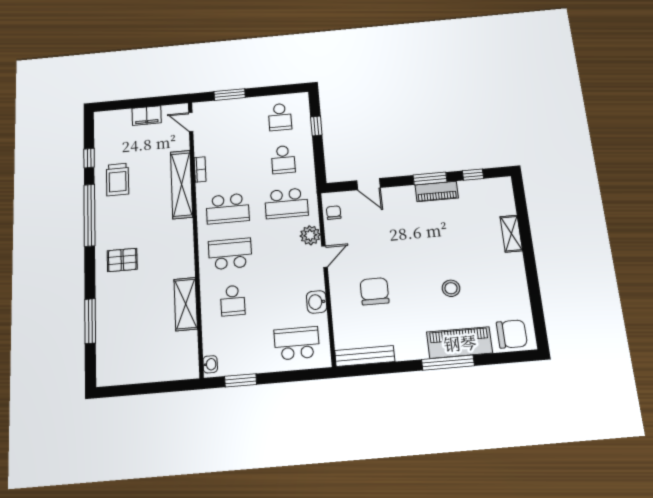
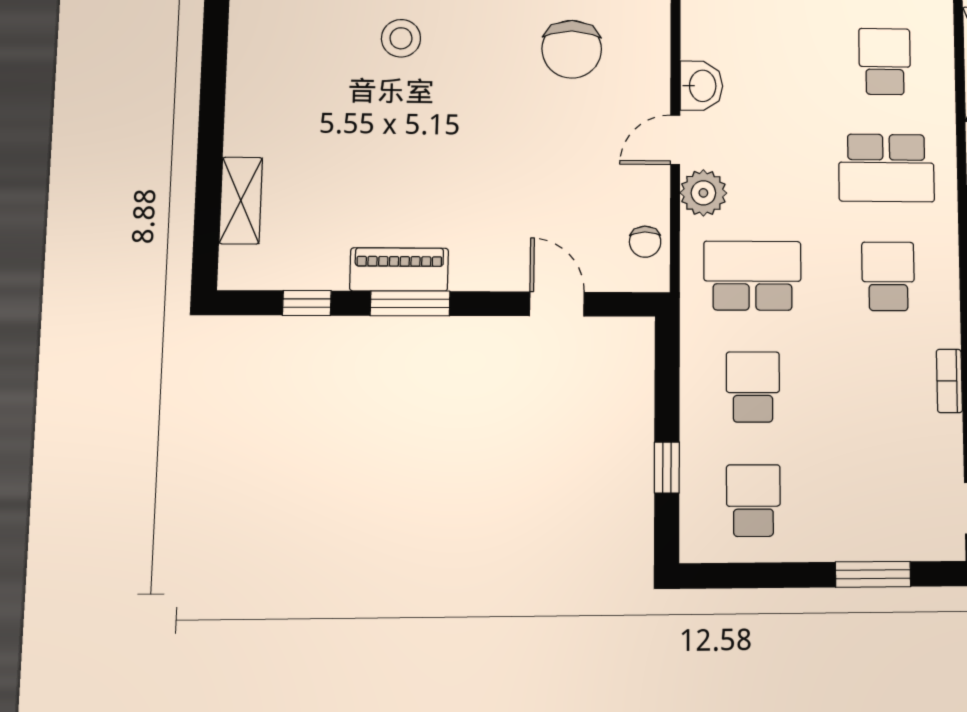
school desk: (228, 209) -> (888, 276), width x0.54
shelving: (511, 234) -> (241, 201), moved
washbasin: (317, 302) -> (701, 86), moved

